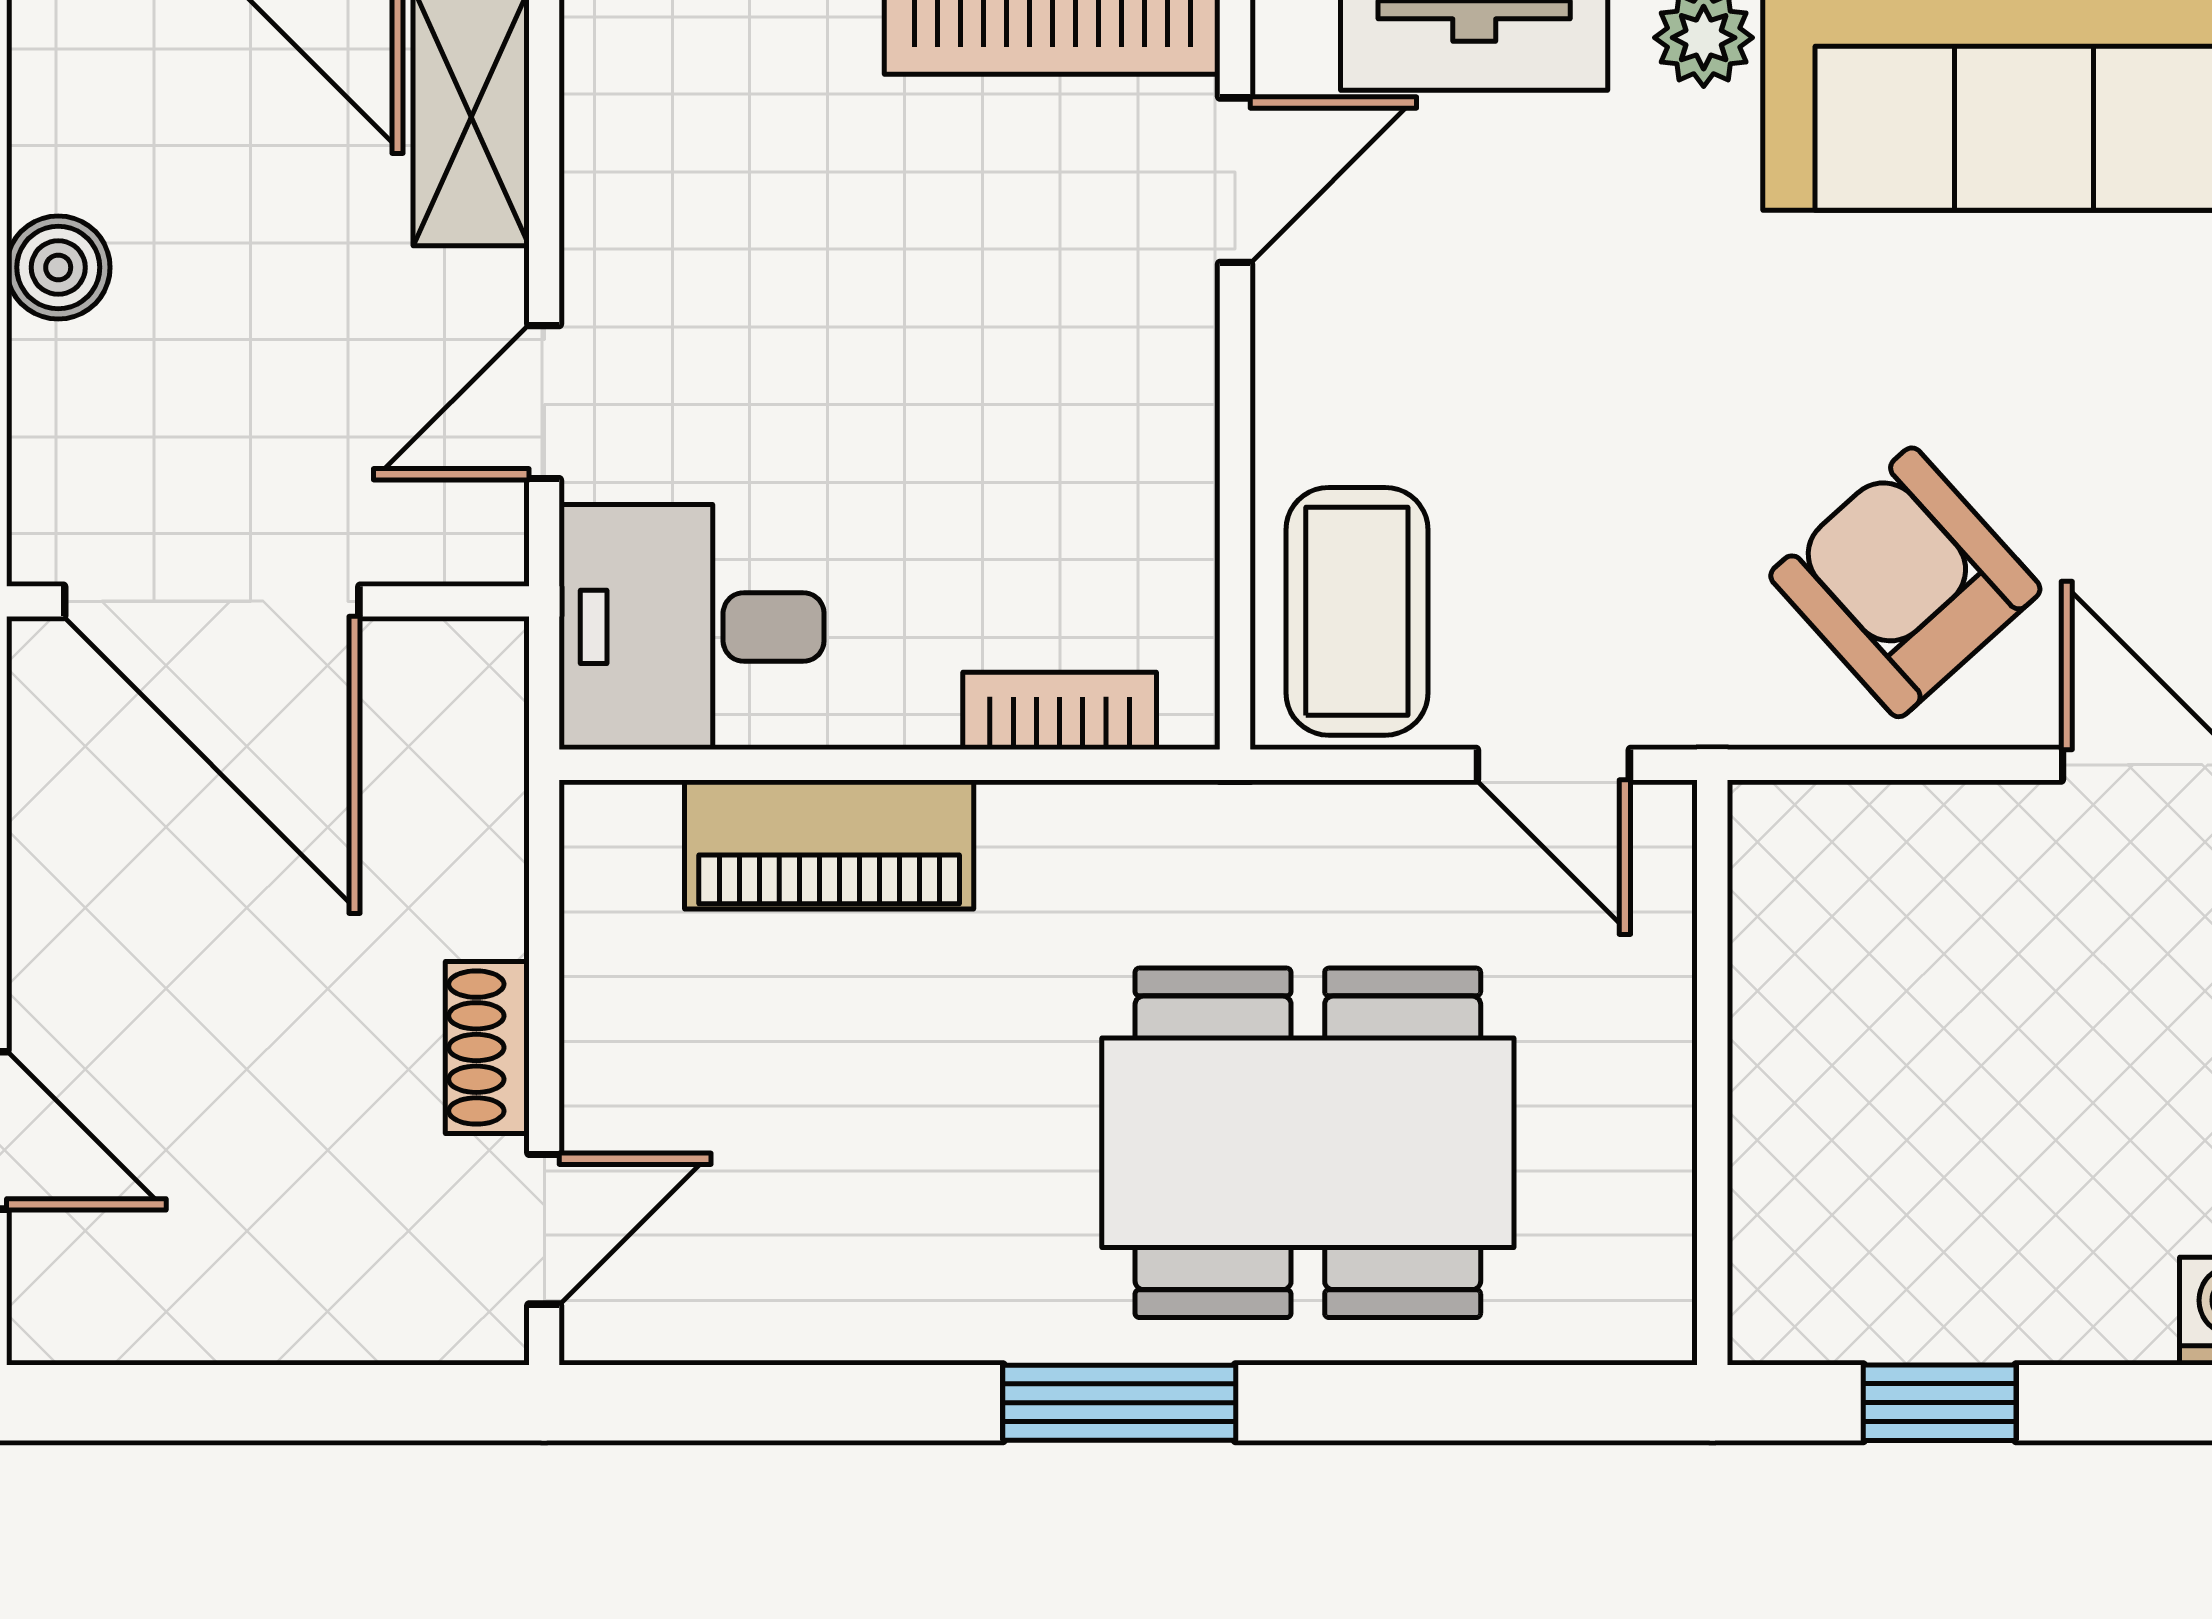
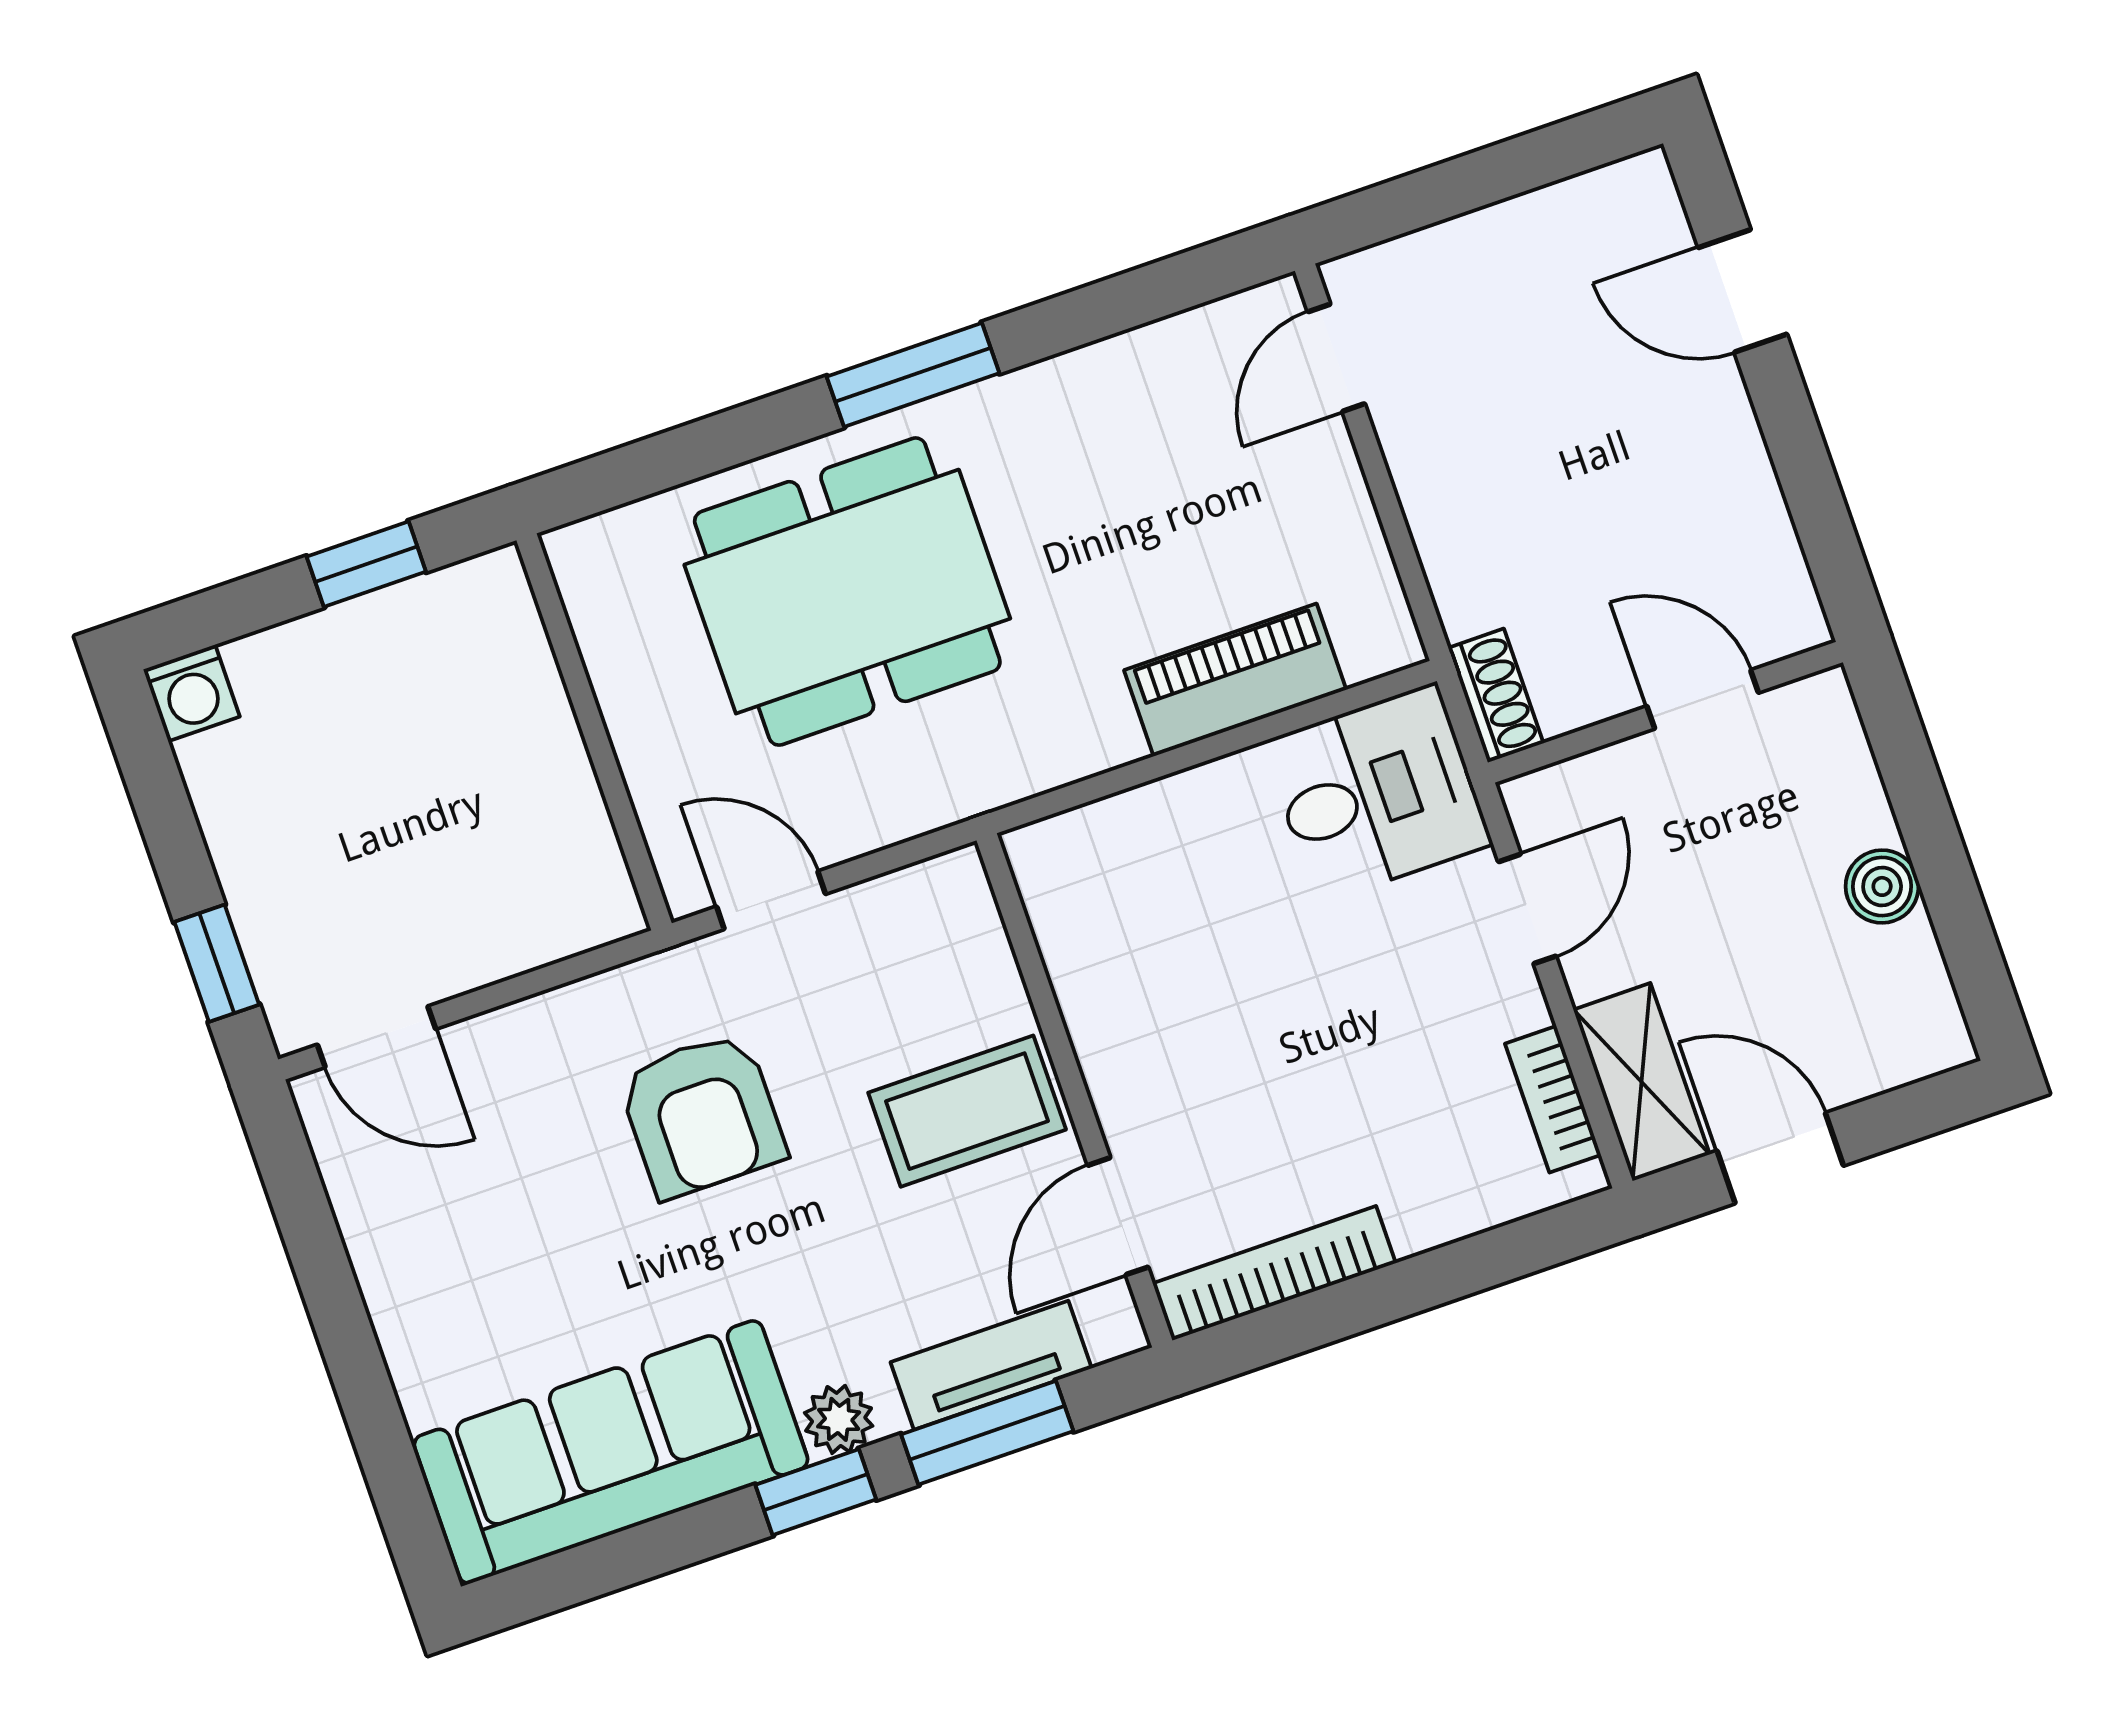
armchair: (1905, 582) -> (702, 1115), moved, turned 42
door: (212, 601) -> (1703, 699), width x0.53
coffee table: (1357, 611) -> (967, 1111), moved, turned 90
bookcase: (1060, 711) -> (1553, 1099), moved, turned 90
shoe rack: (487, 1048) -> (1496, 696), moved

